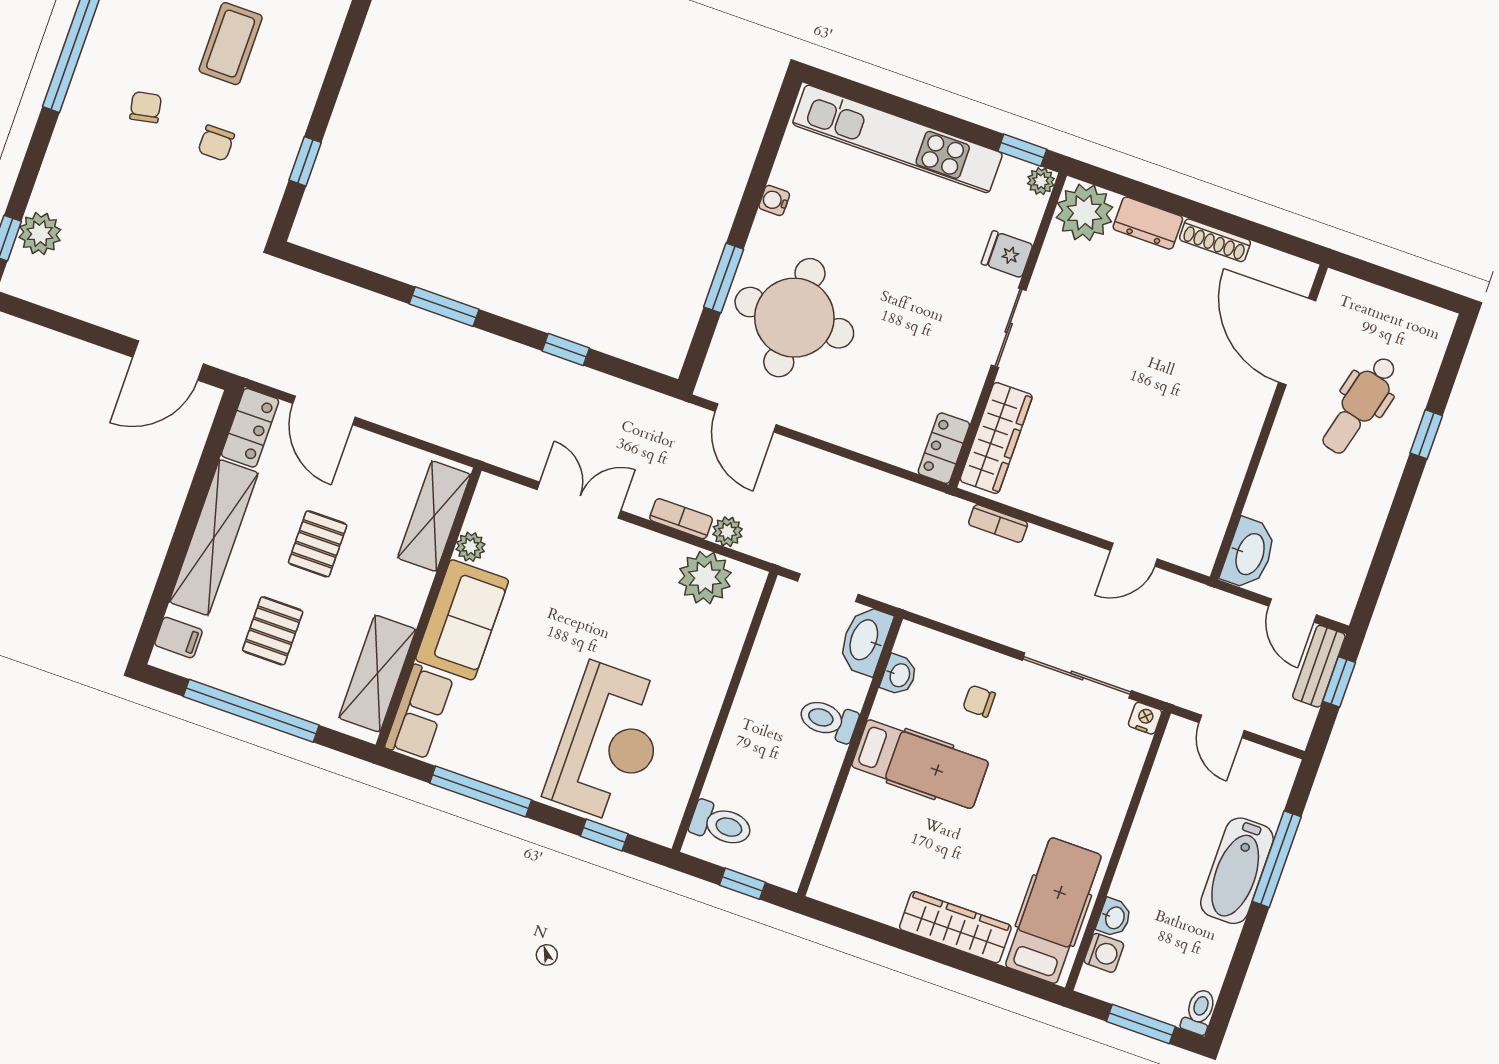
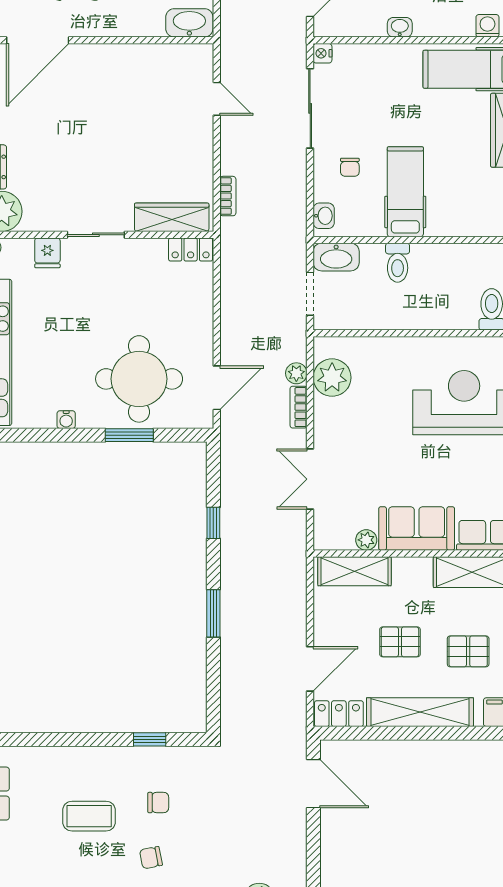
washbasin: (899, 675) -> (324, 216), moved, turned 90
washbasin: (1114, 918) -> (400, 27), moved

